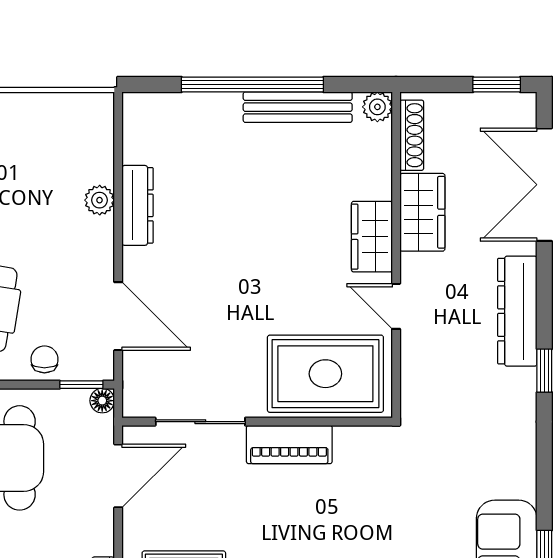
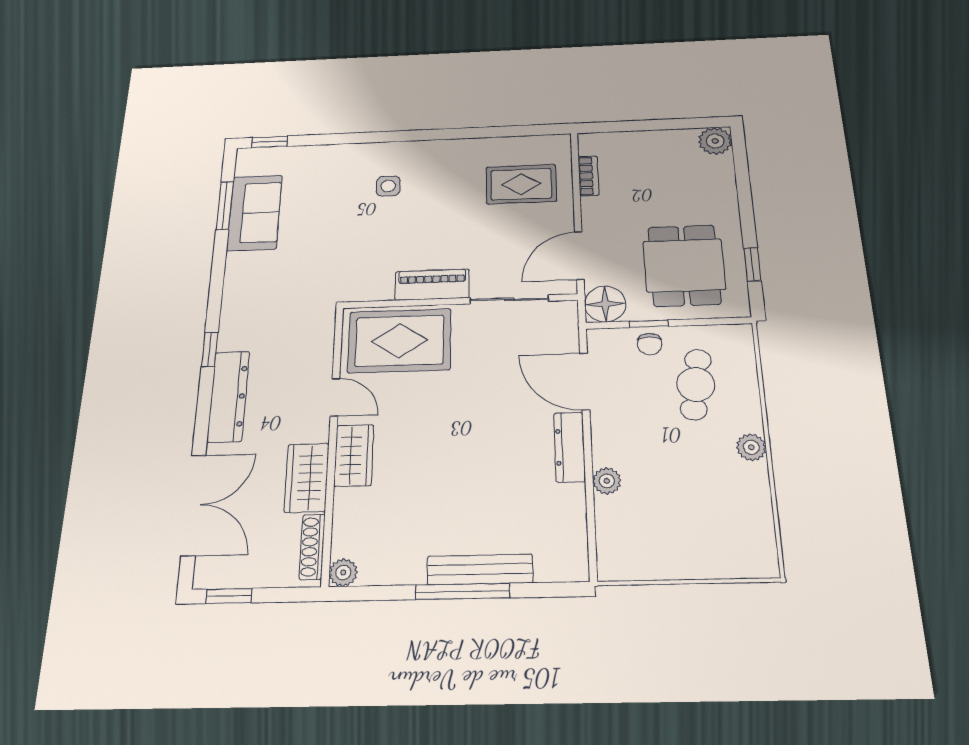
window: (252, 84) -> (463, 591), width x0.68
bench: (298, 107) -> (480, 569), moved
dresser: (138, 205) -> (570, 447), moved
window: (81, 385) -> (649, 324), moved
floor lamp: (102, 401) -> (605, 304), width x1.89, depth x1.89

